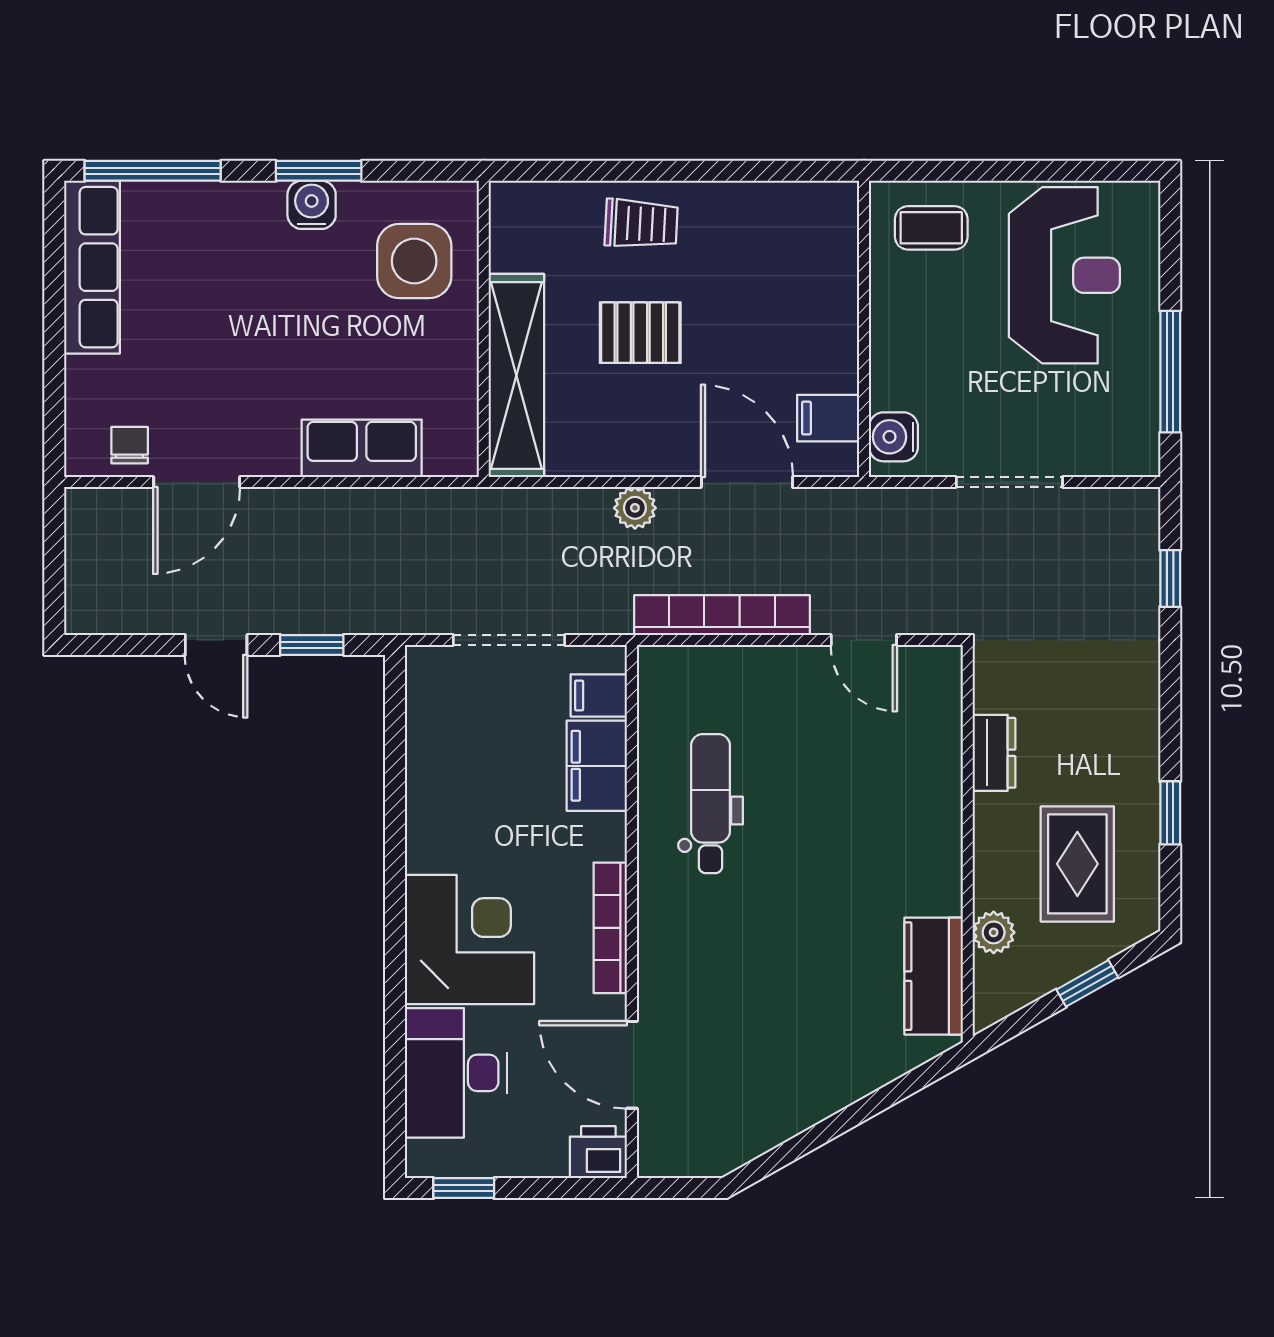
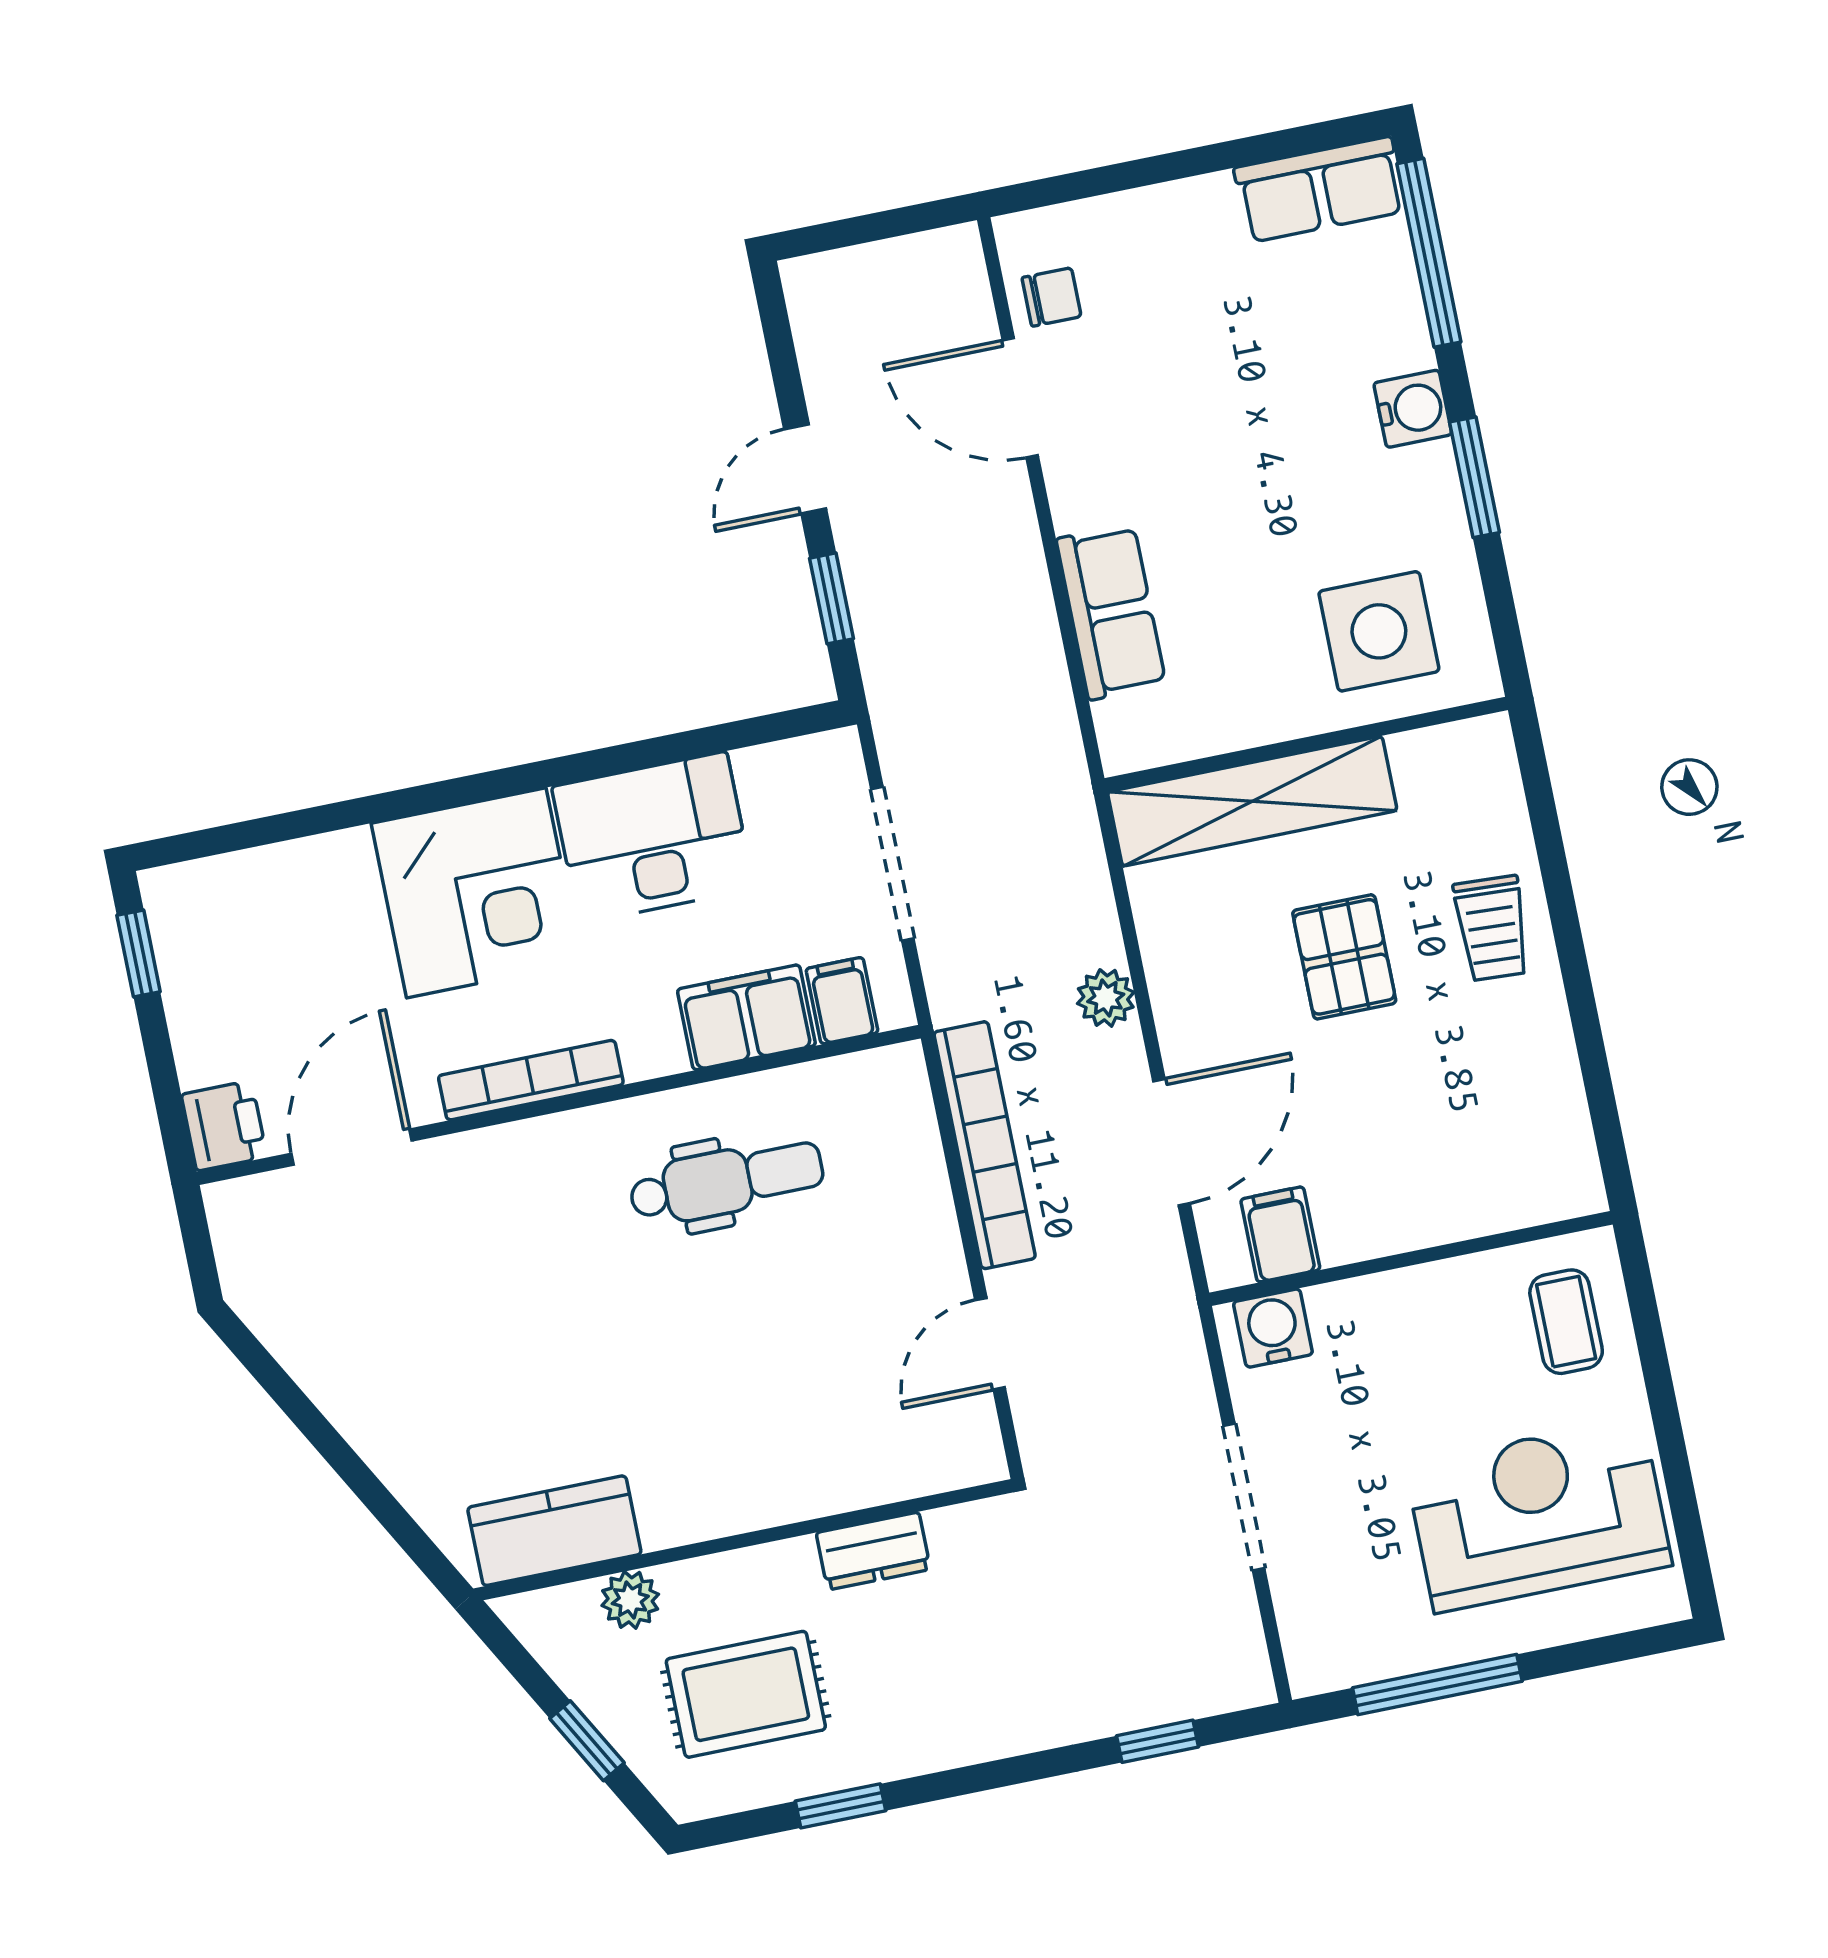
water cooler: (312, 205) -> (1413, 409), moved
row of seats: (92, 267) -> (1320, 190), width x0.68
reception desk: (1064, 275) -> (1538, 1515), turned 180
desk: (456, 1073) -> (653, 838), moved

